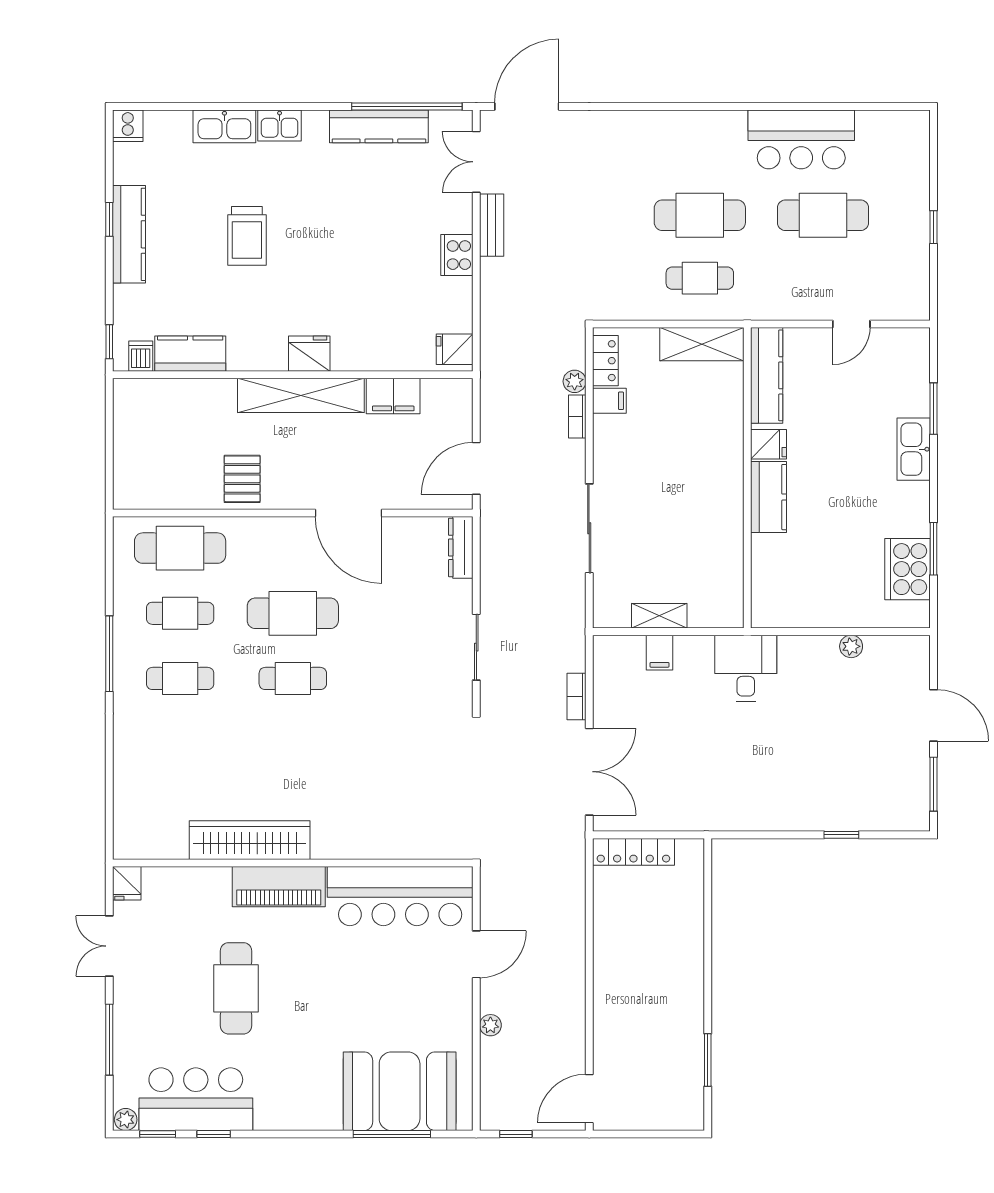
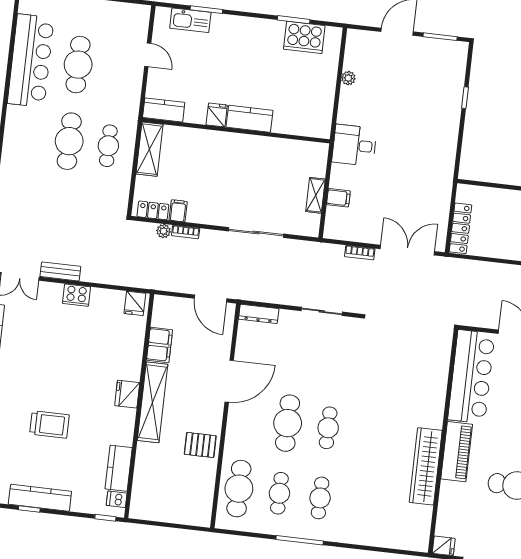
bar counter: (801, 139) -> (31, 61), width x1.36
kitchen counter: (767, 375) -> (164, 110), width x0.67
kitchen sink: (914, 449) -> (190, 20), moved

